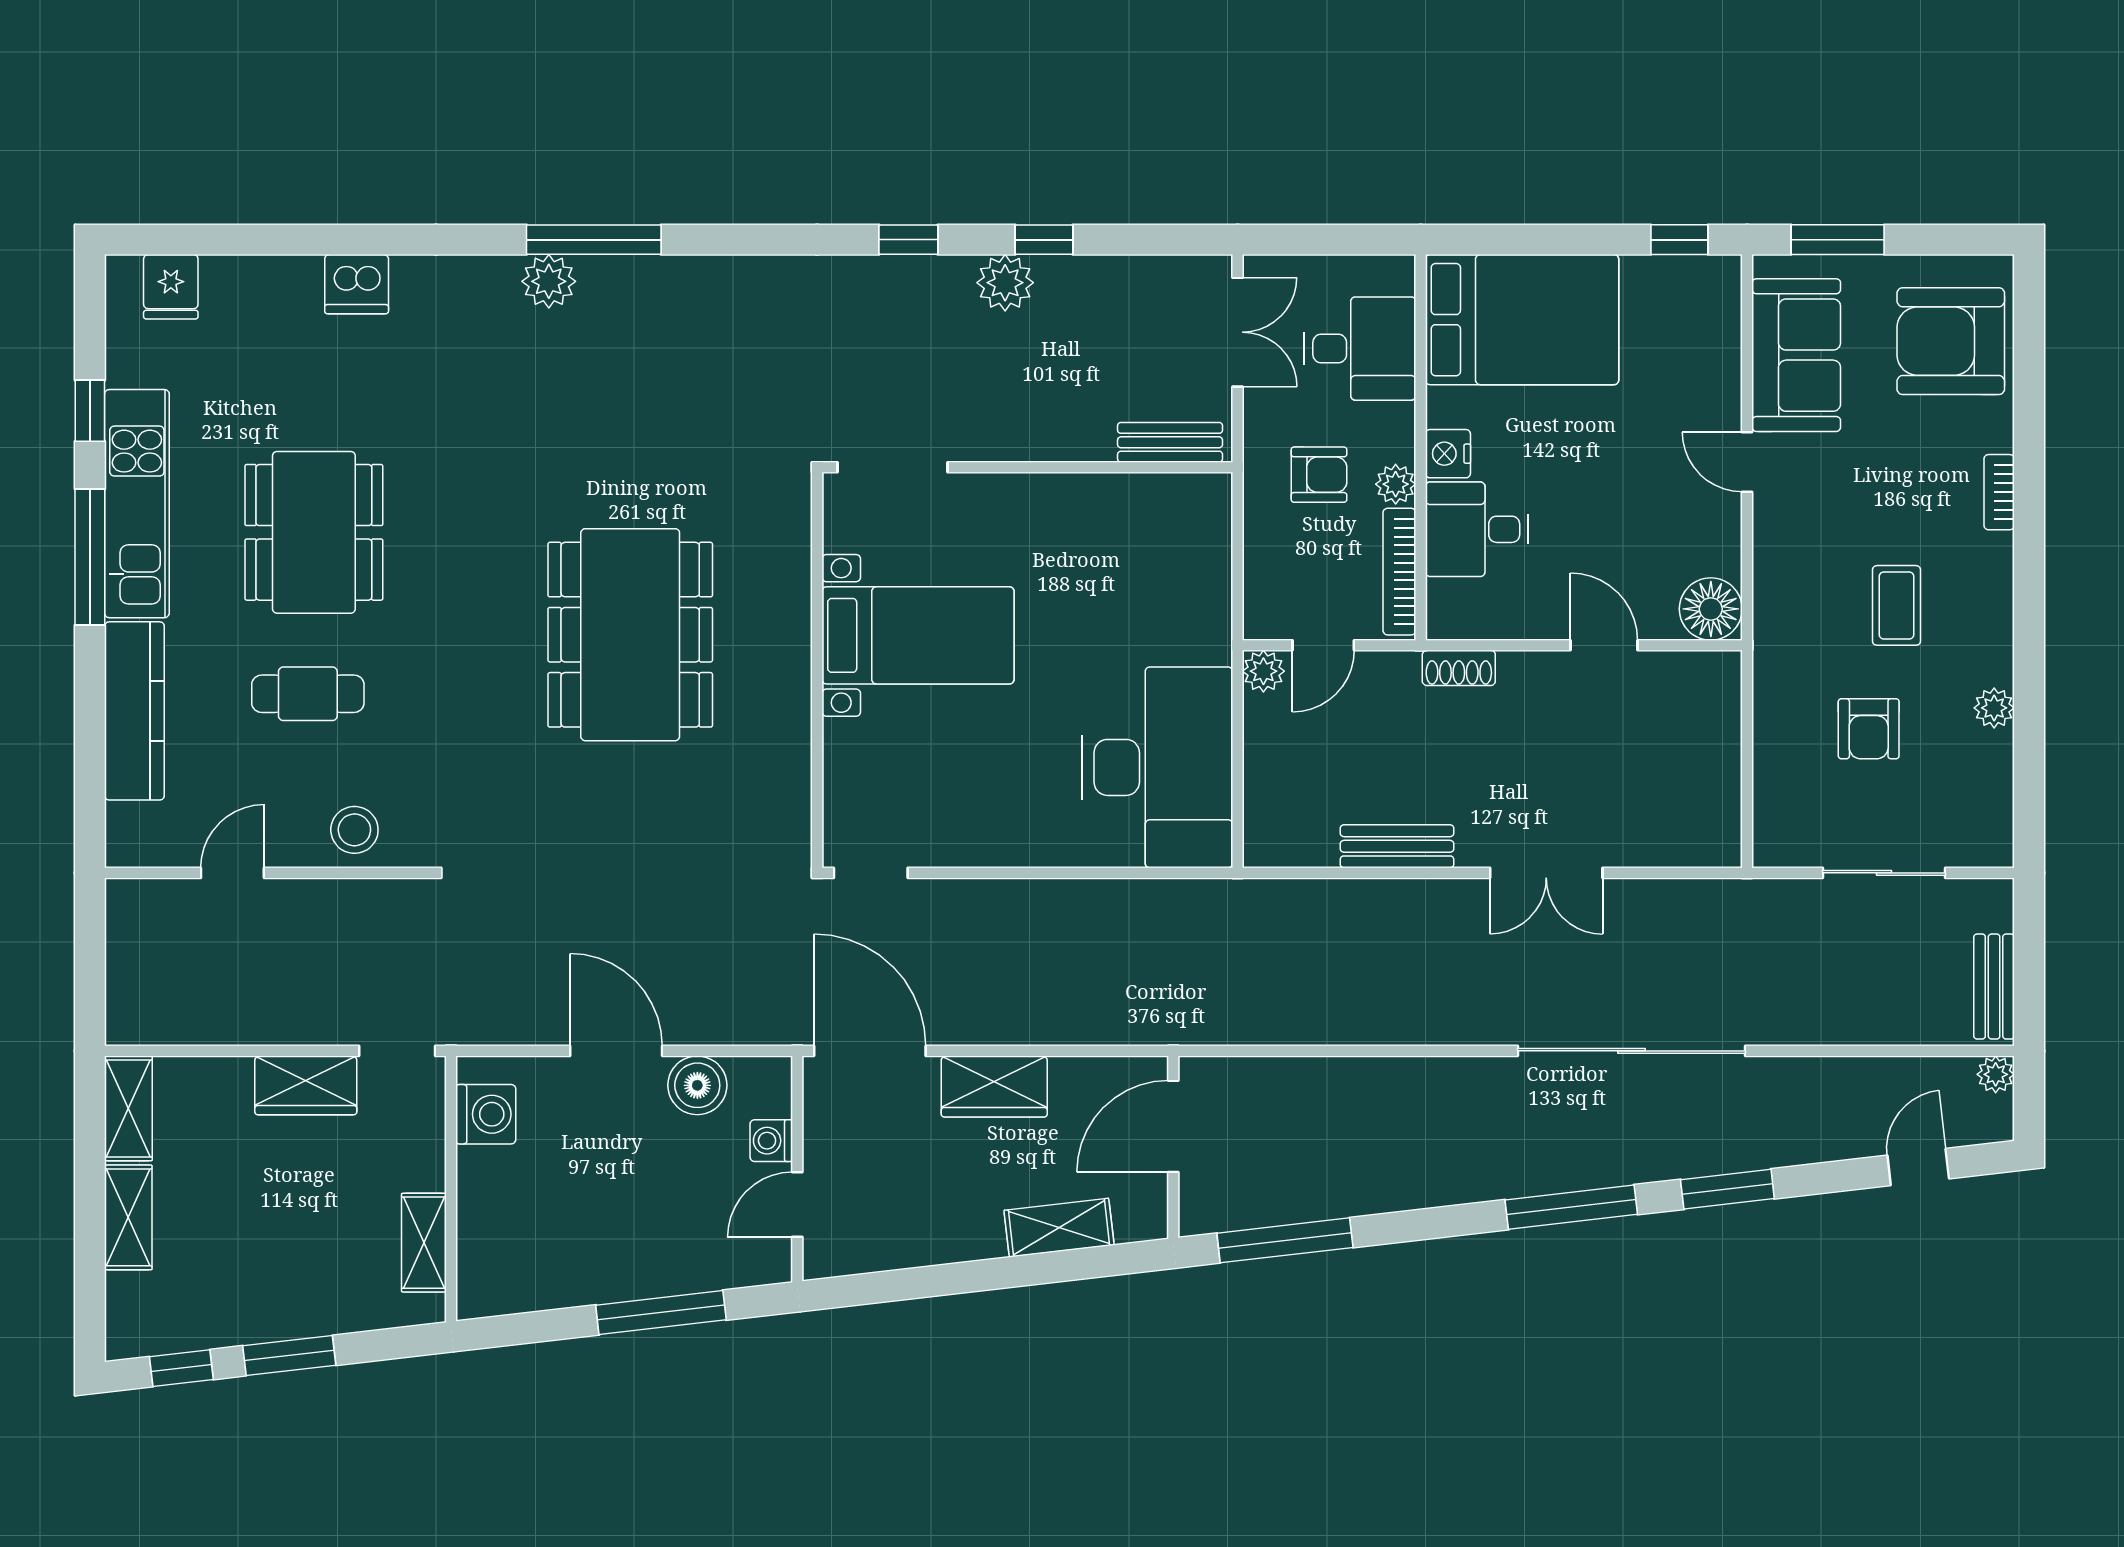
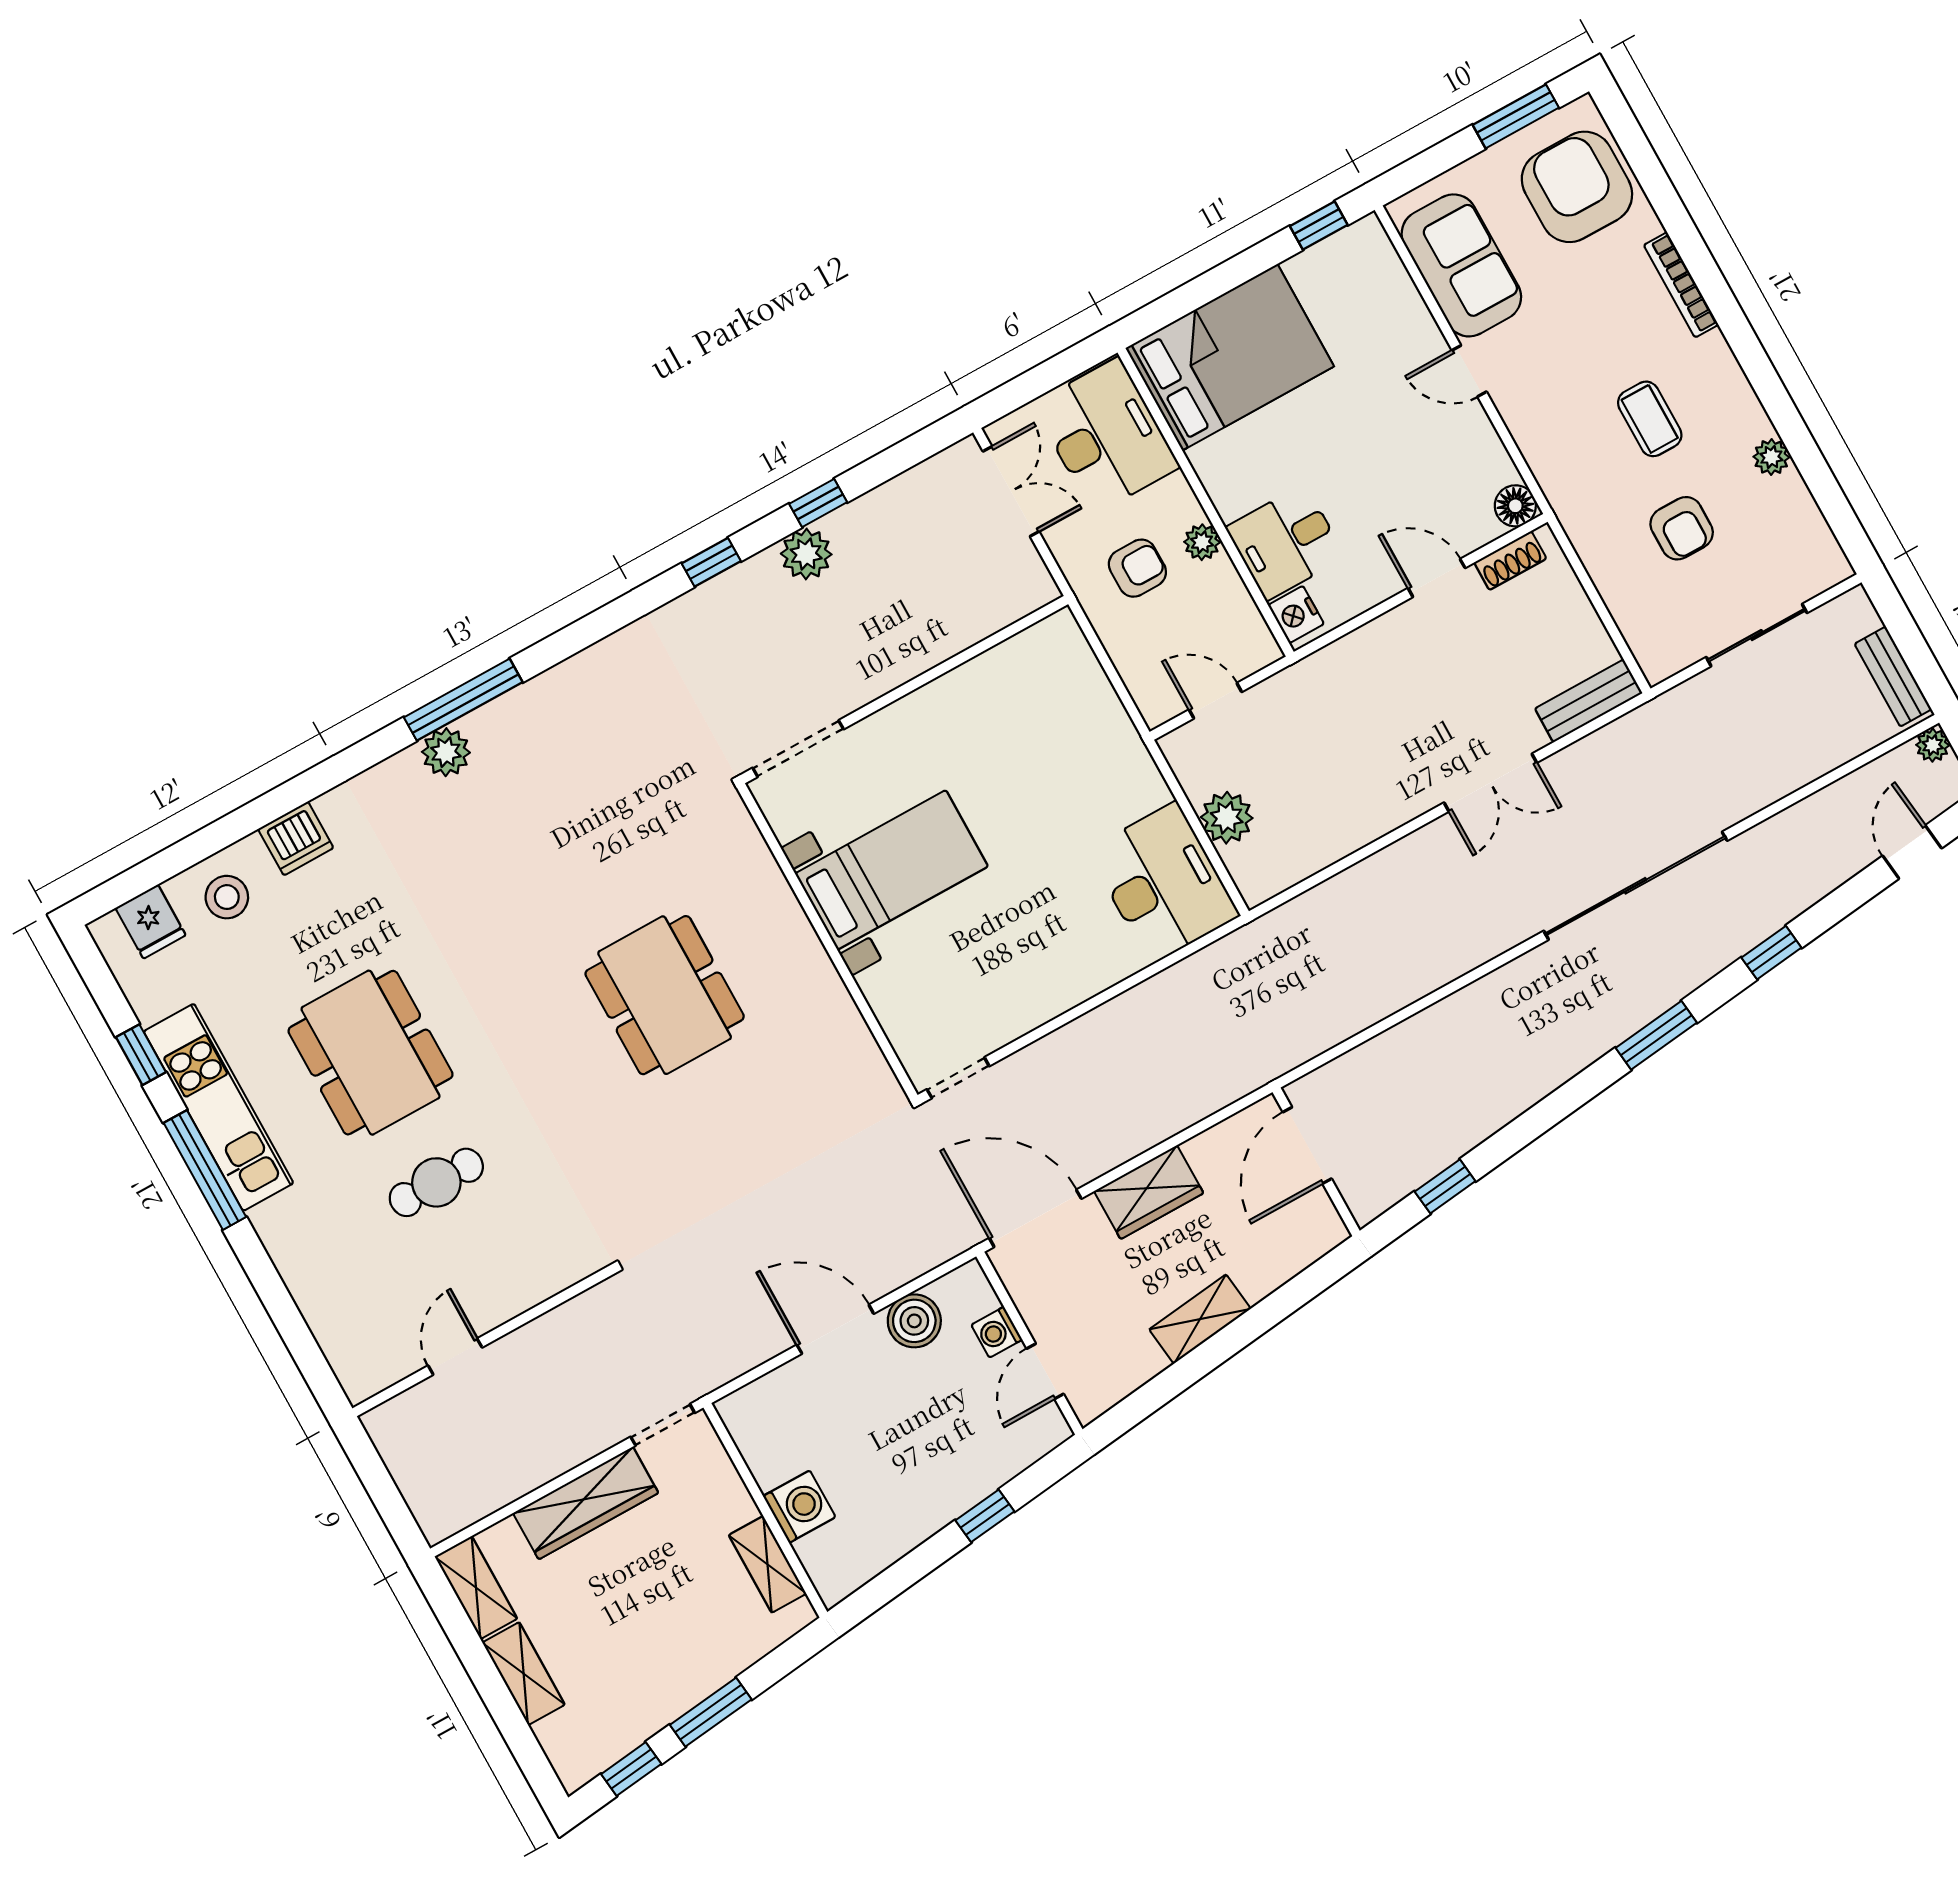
window: (1838, 240) -> (1516, 116), moved
armchair: (1951, 341) -> (1577, 187), turned 90
desk: (1360, 349) -> (1106, 436), width x1.37
bench: (1170, 442) -> (1006, 608), removed
nightstand: (1448, 454) -> (1296, 615), moved
bookcase: (1999, 492) -> (1681, 285), width x1.56
bookcase: (1399, 572) -> (1243, 609), removed
floor lamp: (1711, 609) -> (1515, 506), width x0.73, depth x0.73
dining table: (630, 635) -> (665, 995), width x0.73, depth x0.80
door: (1323, 645) -> (1215, 701), swing flipped
shoe rack: (1459, 668) -> (1510, 561), moved
plant: (1263, 671) -> (1227, 818), moved, width x1.38, depth x1.38
kitchen counter: (134, 711) -> (307, 1272), removed
desk: (1157, 767) -> (1163, 883), width x0.73, depth x0.77
stool: (354, 830) -> (227, 897), moved
bench: (1397, 846) -> (1589, 701), moved
wardrobe: (306, 1085) -> (586, 1503), width x1.50
washing machine: (486, 1114) -> (799, 1507), moved
window: (1727, 1189) -> (1771, 953), width x0.67
window: (1571, 1207) -> (1656, 1035), width x0.69
shelving: (1059, 1228) -> (1200, 1319), moved
window: (1285, 1240) -> (1445, 1186), width x0.46
window: (661, 1313) -> (985, 1516), width x0.46

